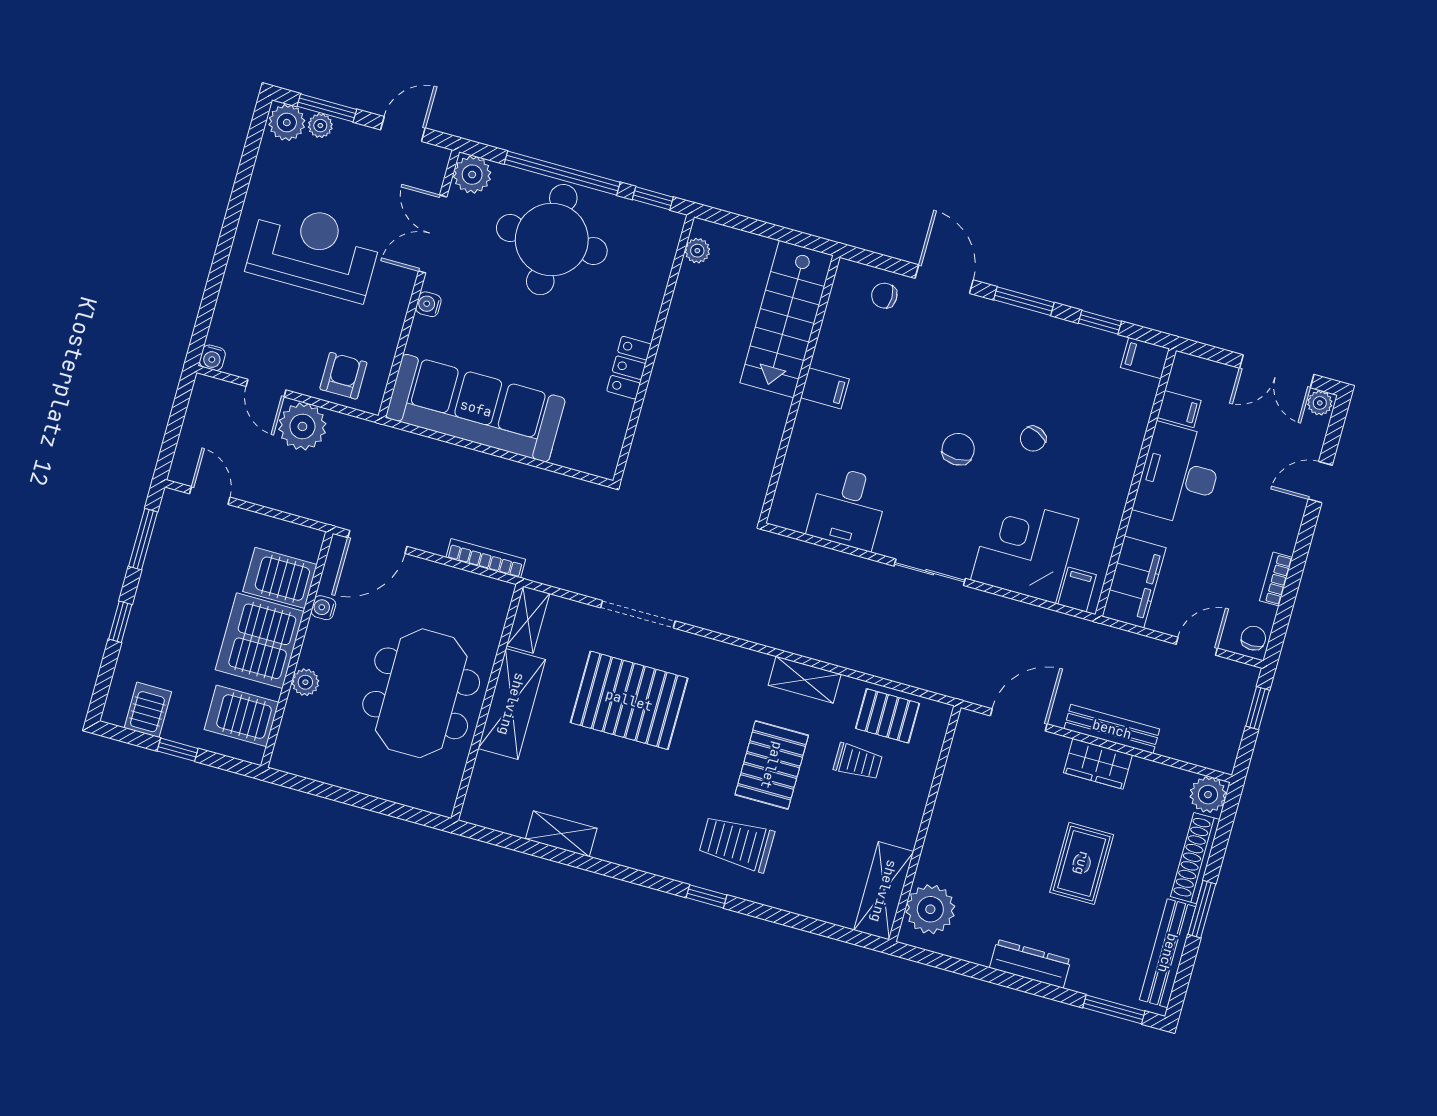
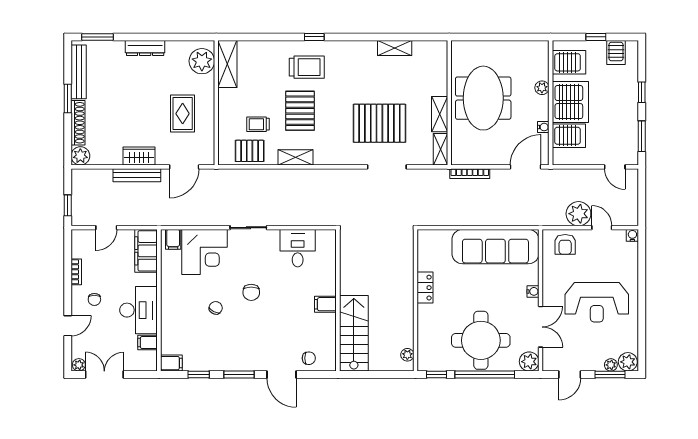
chair: (1253, 638) -> (94, 299), moved
shelving: (512, 704) -> (440, 114), width x0.67, depth x0.75
rug: (1082, 863) -> (183, 114), moved

